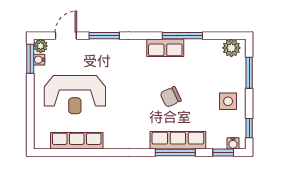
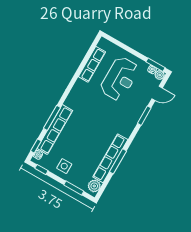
door: (66, 36) -> (157, 93), hinge flipped
row of seats: (165, 48) -> (110, 158), width x2.02
reception desk: (75, 95) -> (120, 79), turned 180
chair: (171, 97) -> (86, 134), removed
row of seats: (178, 140) -> (55, 130), width x1.36

